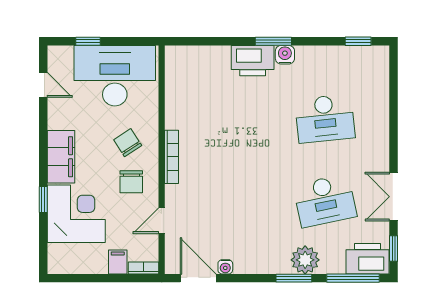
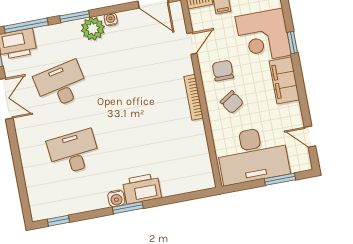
window: (88, 41) -> (280, 179), width x1.50
plant: (305, 260) -> (93, 29), moved
water cooler: (225, 267) -> (111, 19), moved

